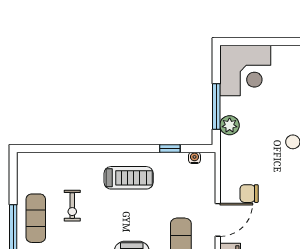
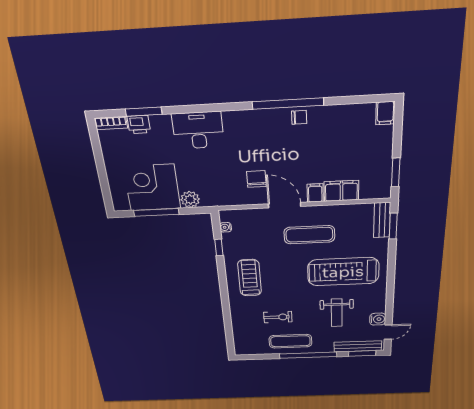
corner desk: (245, 71) -> (152, 188), moved, turned -90
window: (216, 107) -> (156, 212), moved
chair: (249, 194) -> (256, 179), turned 180

